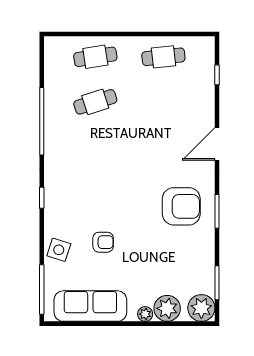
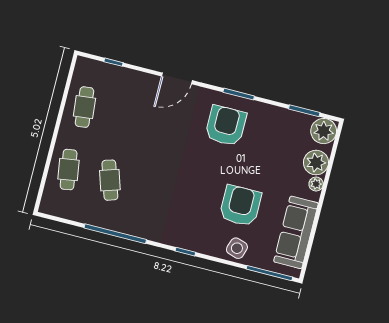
door: (217, 144) -> (177, 78), hinge flipped
armchair: (103, 242) -> (240, 206), width x1.88, depth x1.88

